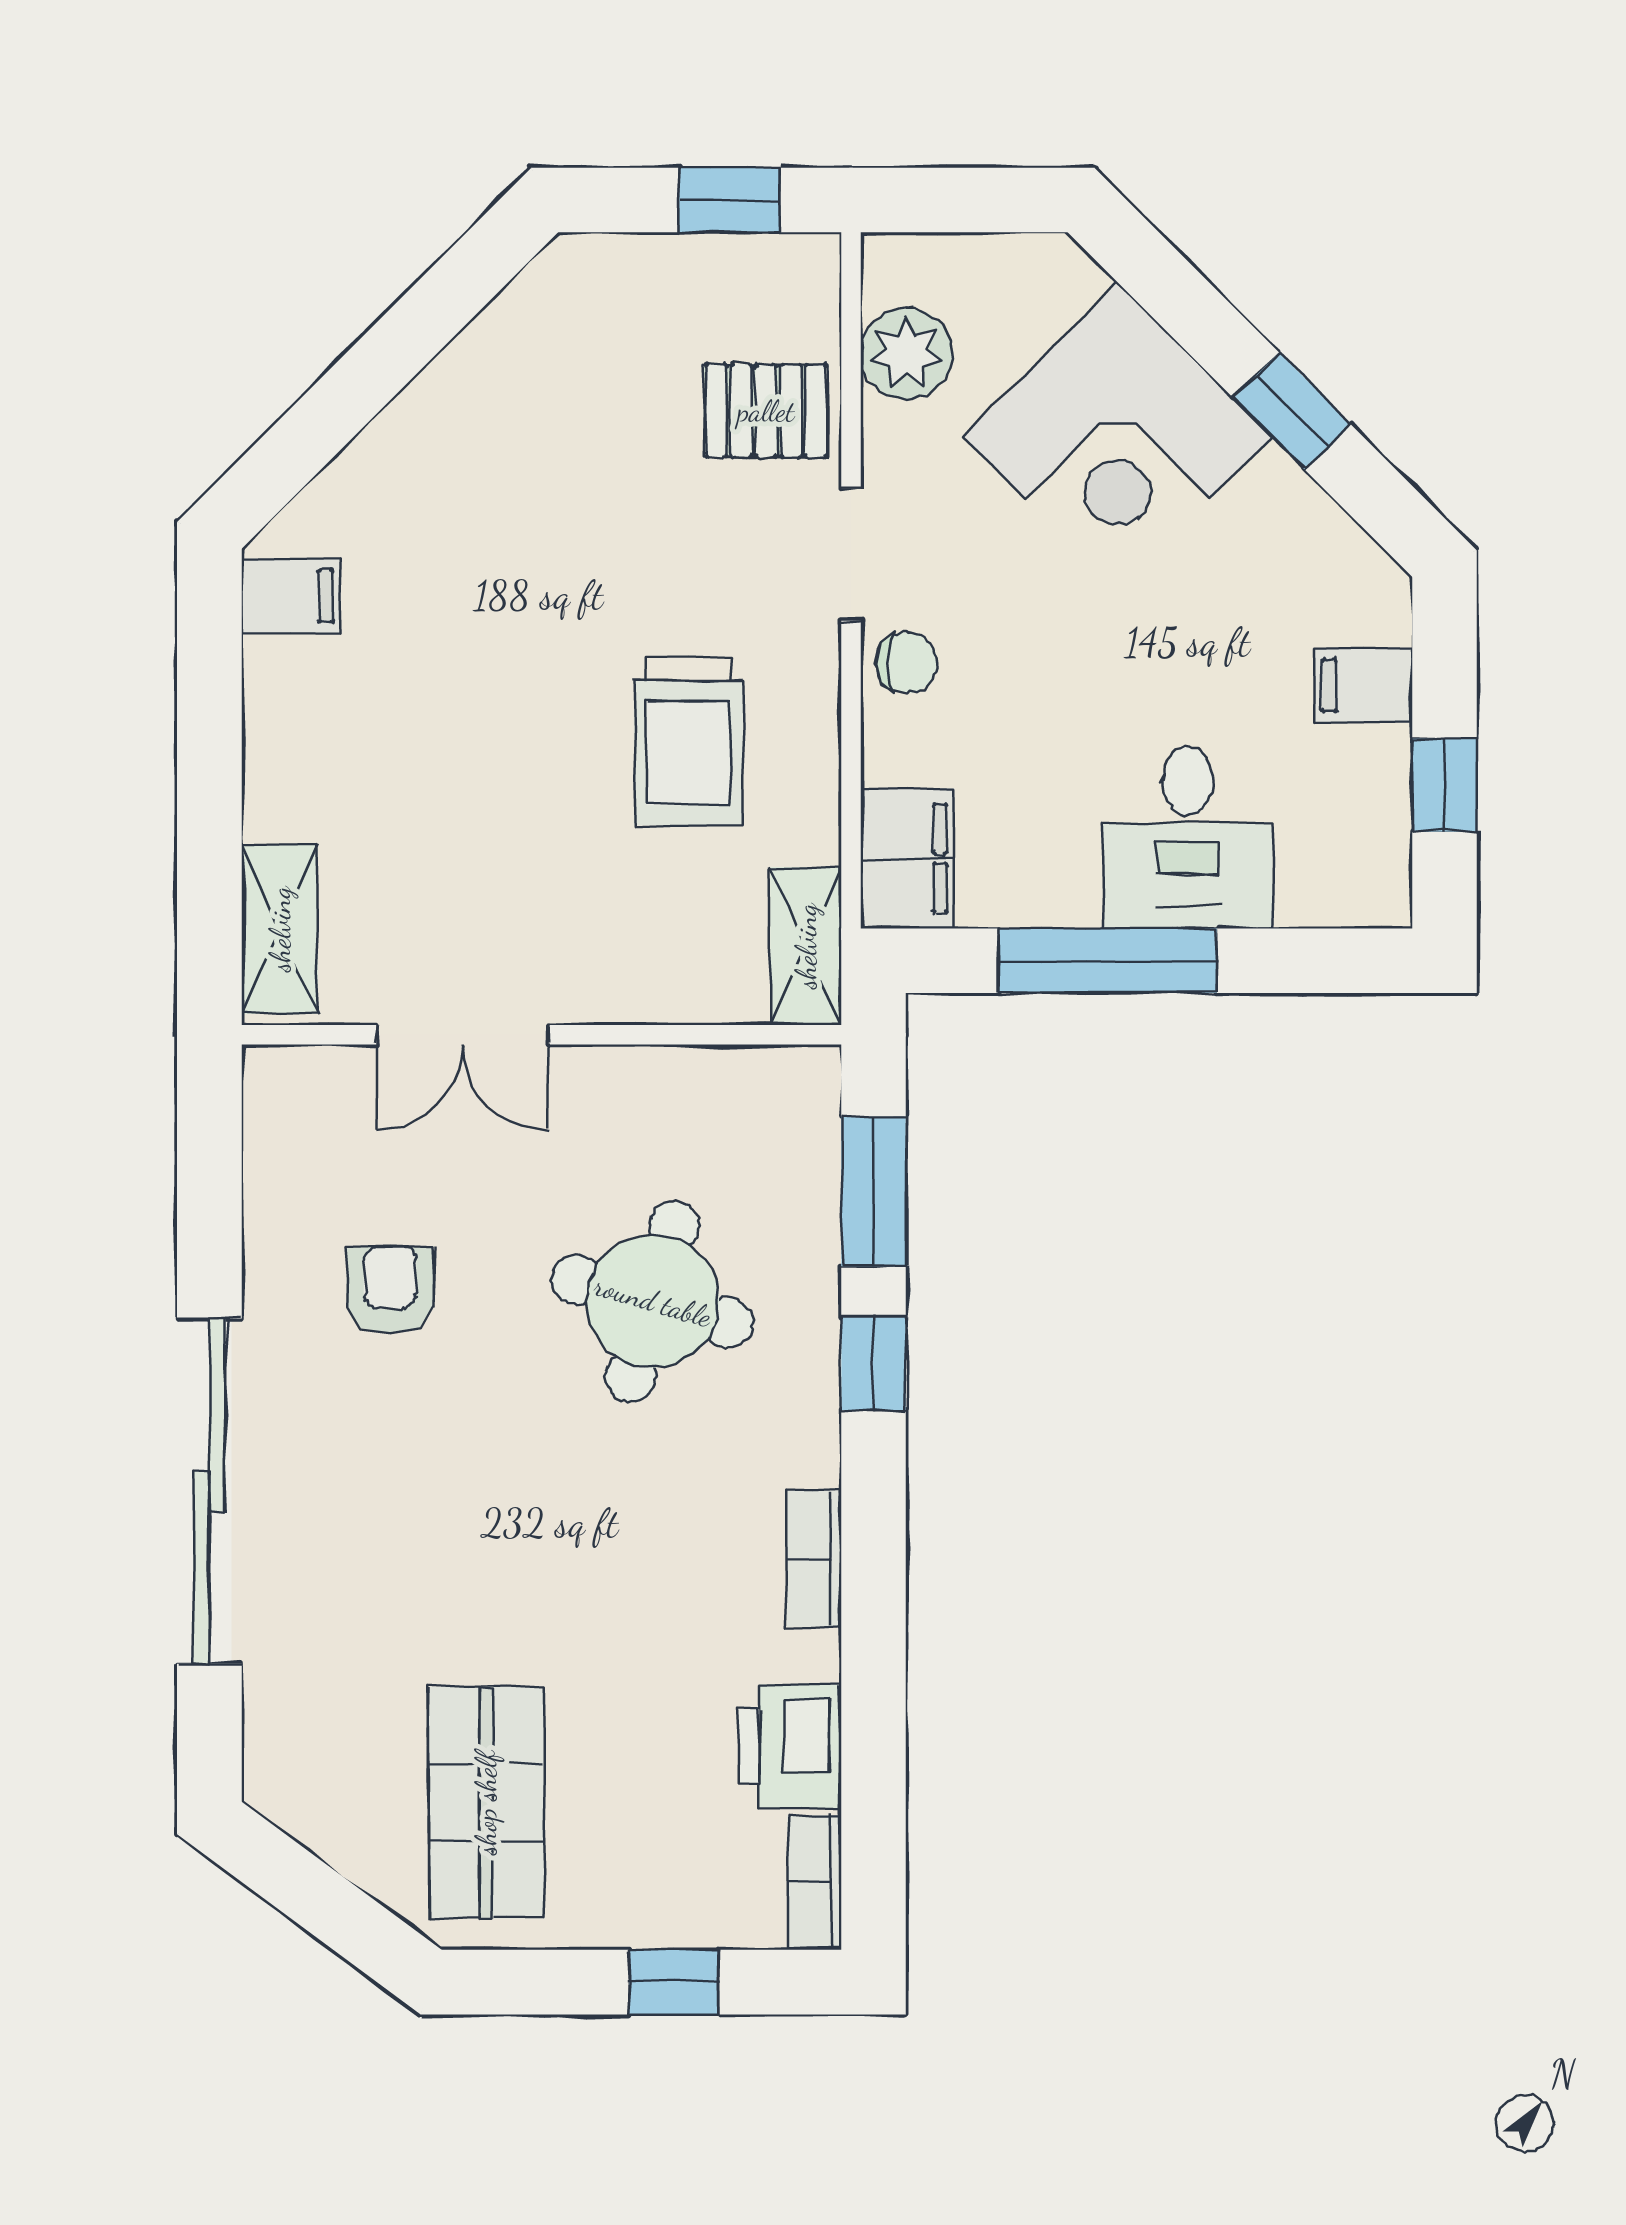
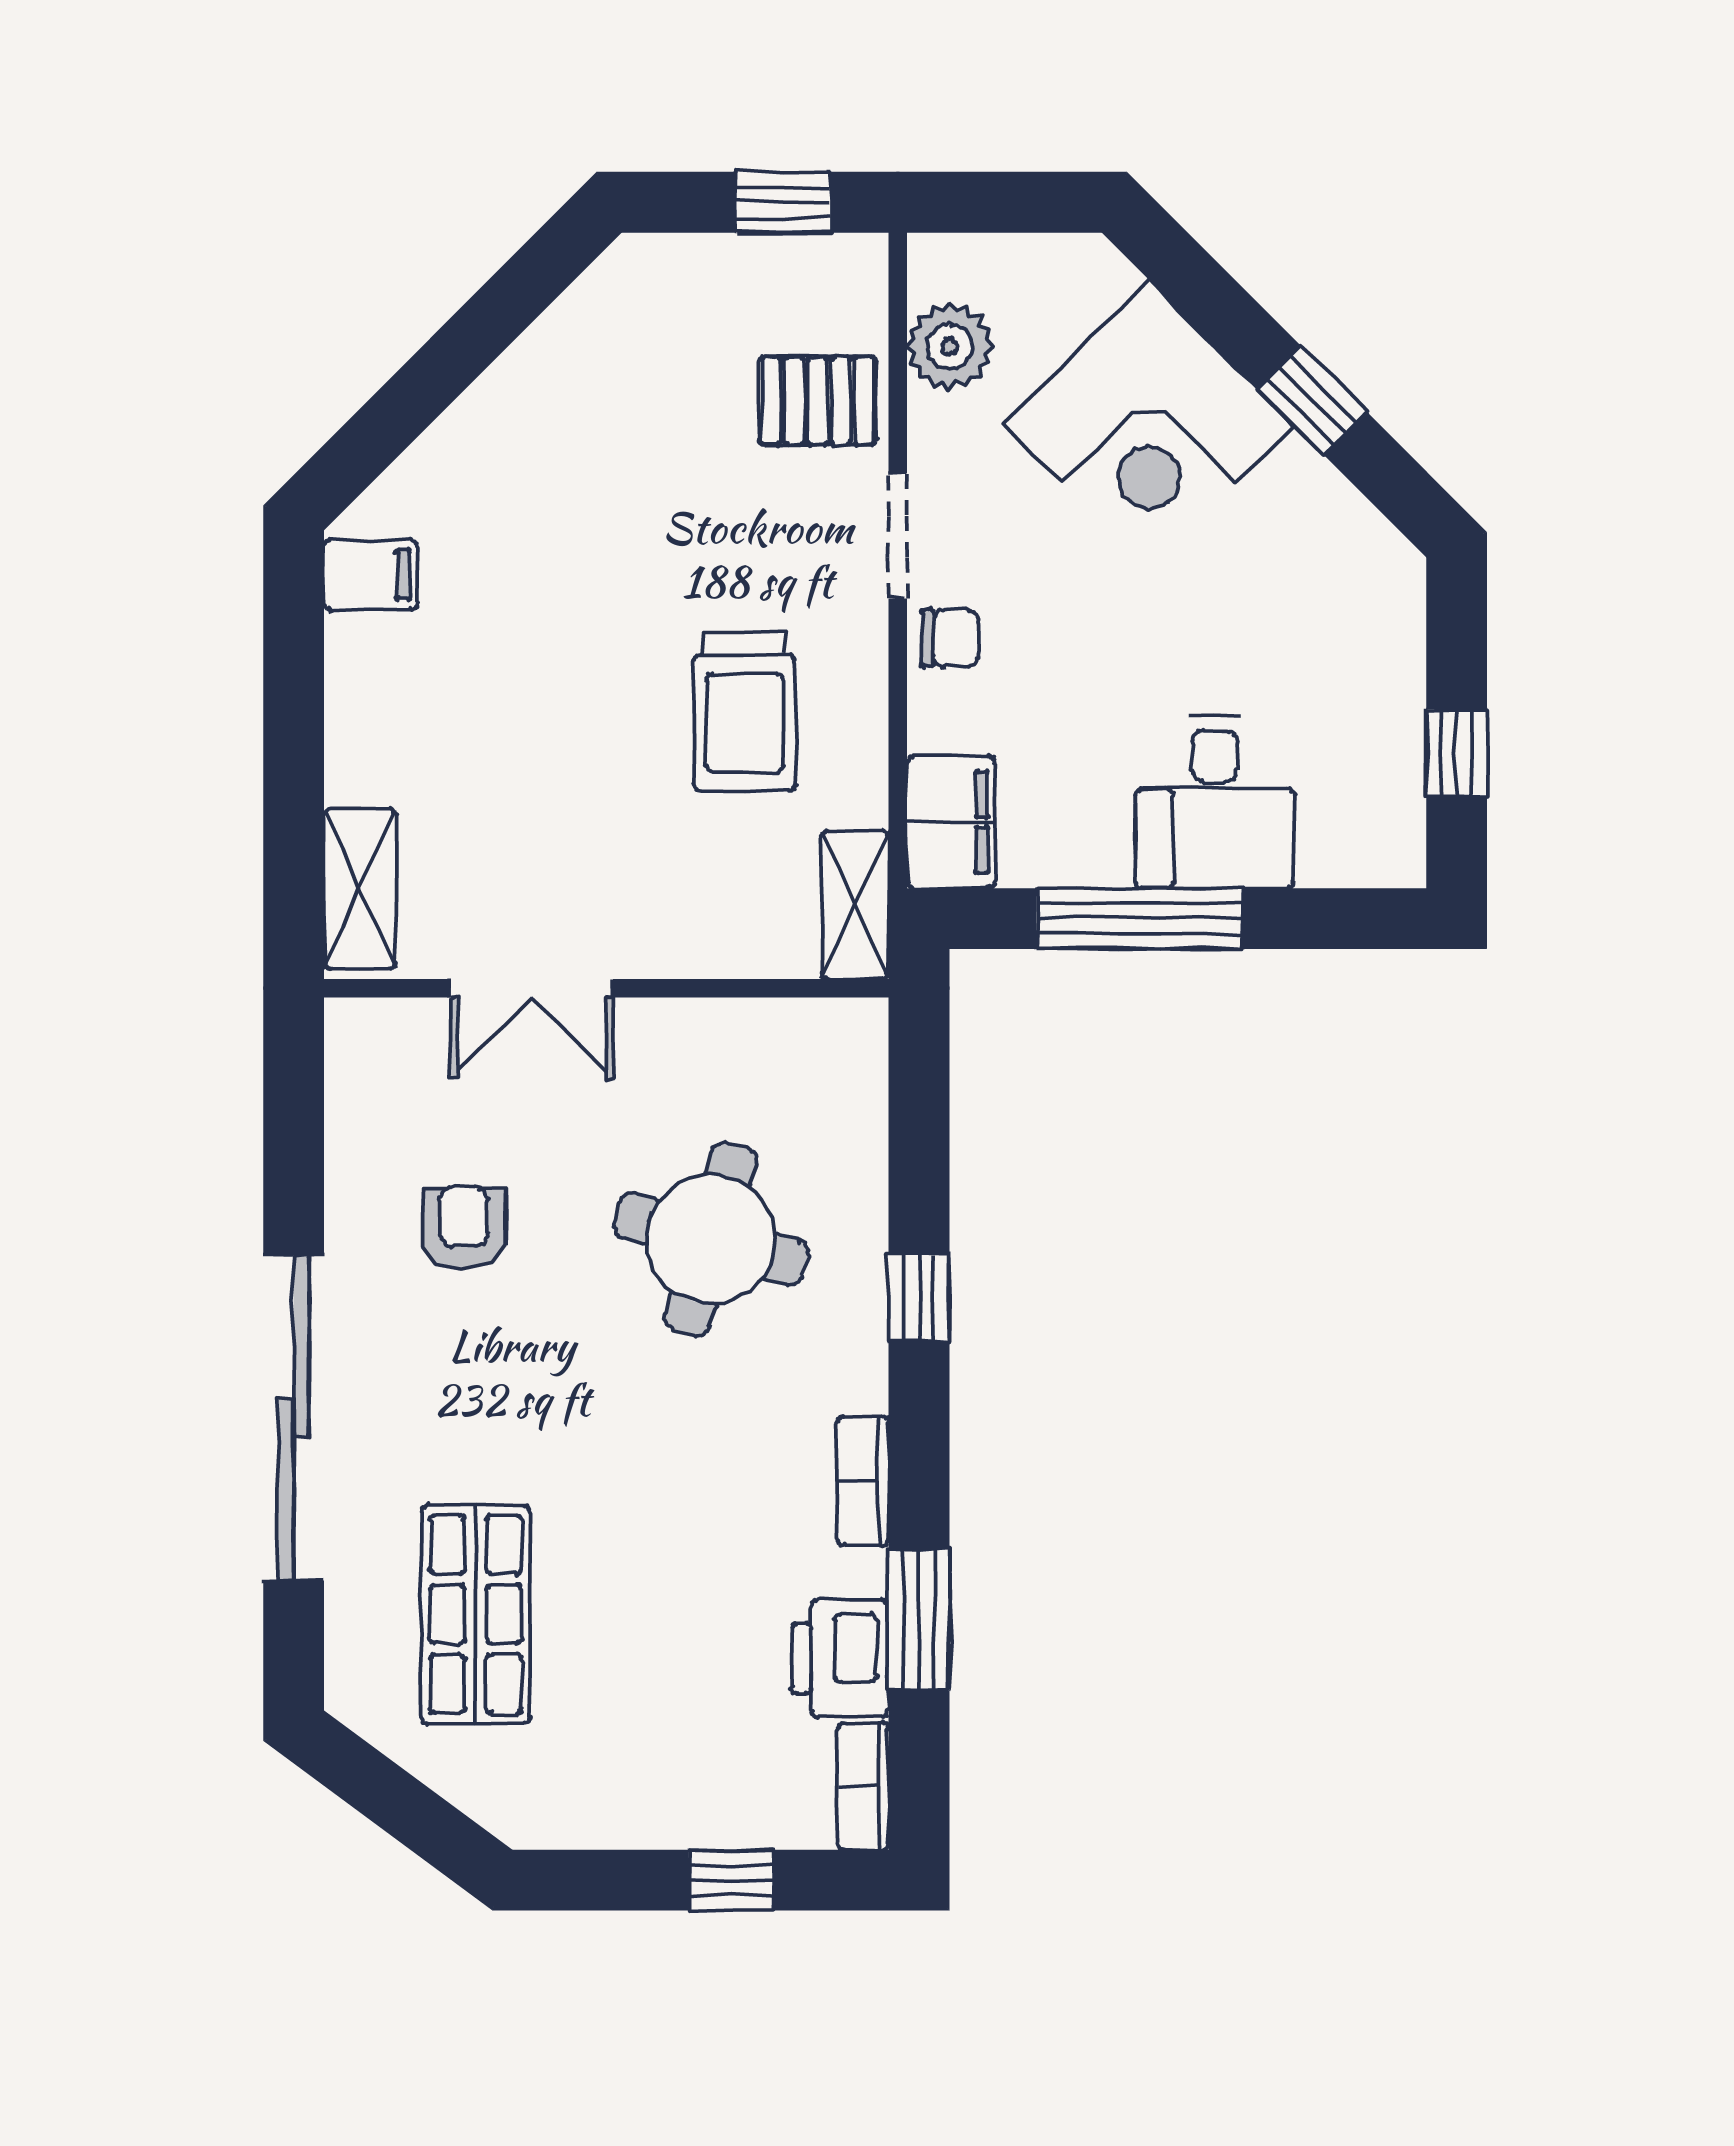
filing cabinet: (1363, 686) -> (1380, 659), removed
window: (874, 1191) -> (919, 1620), moved
shop shelf: (486, 1803) -> (476, 1614), moved

